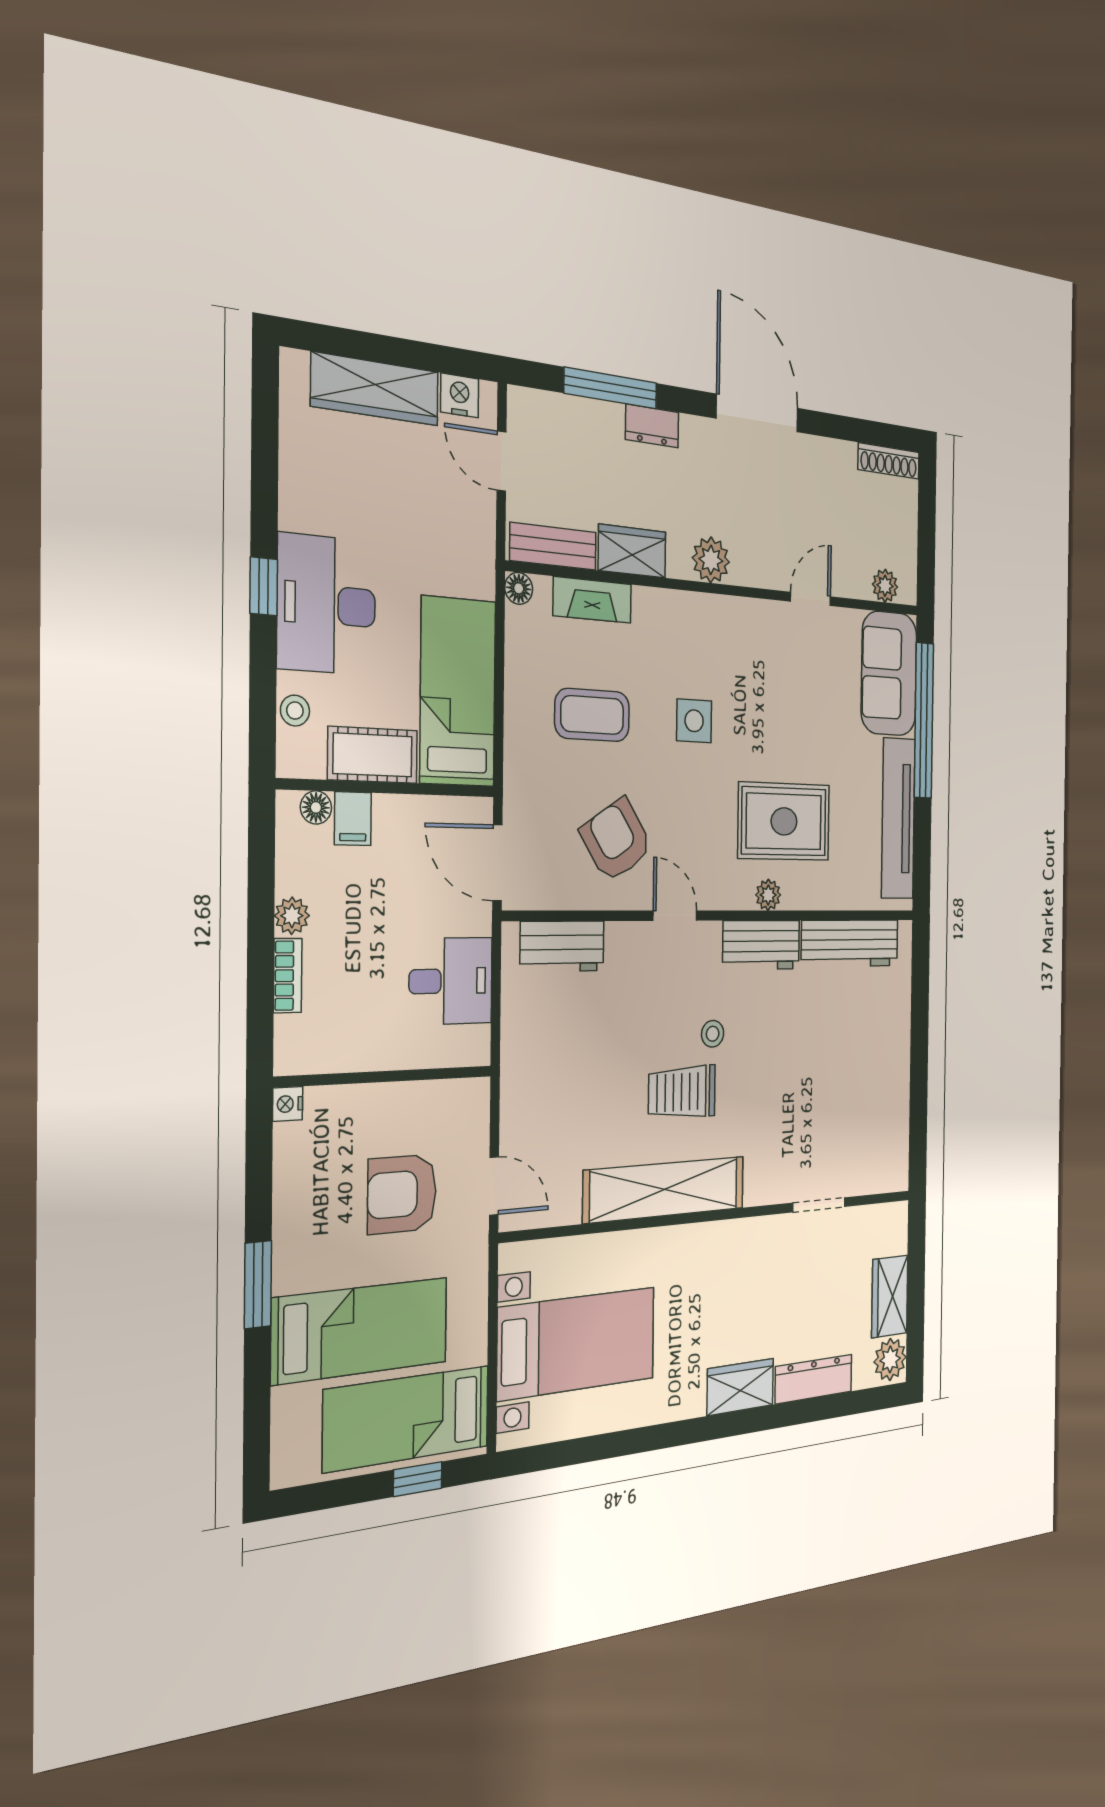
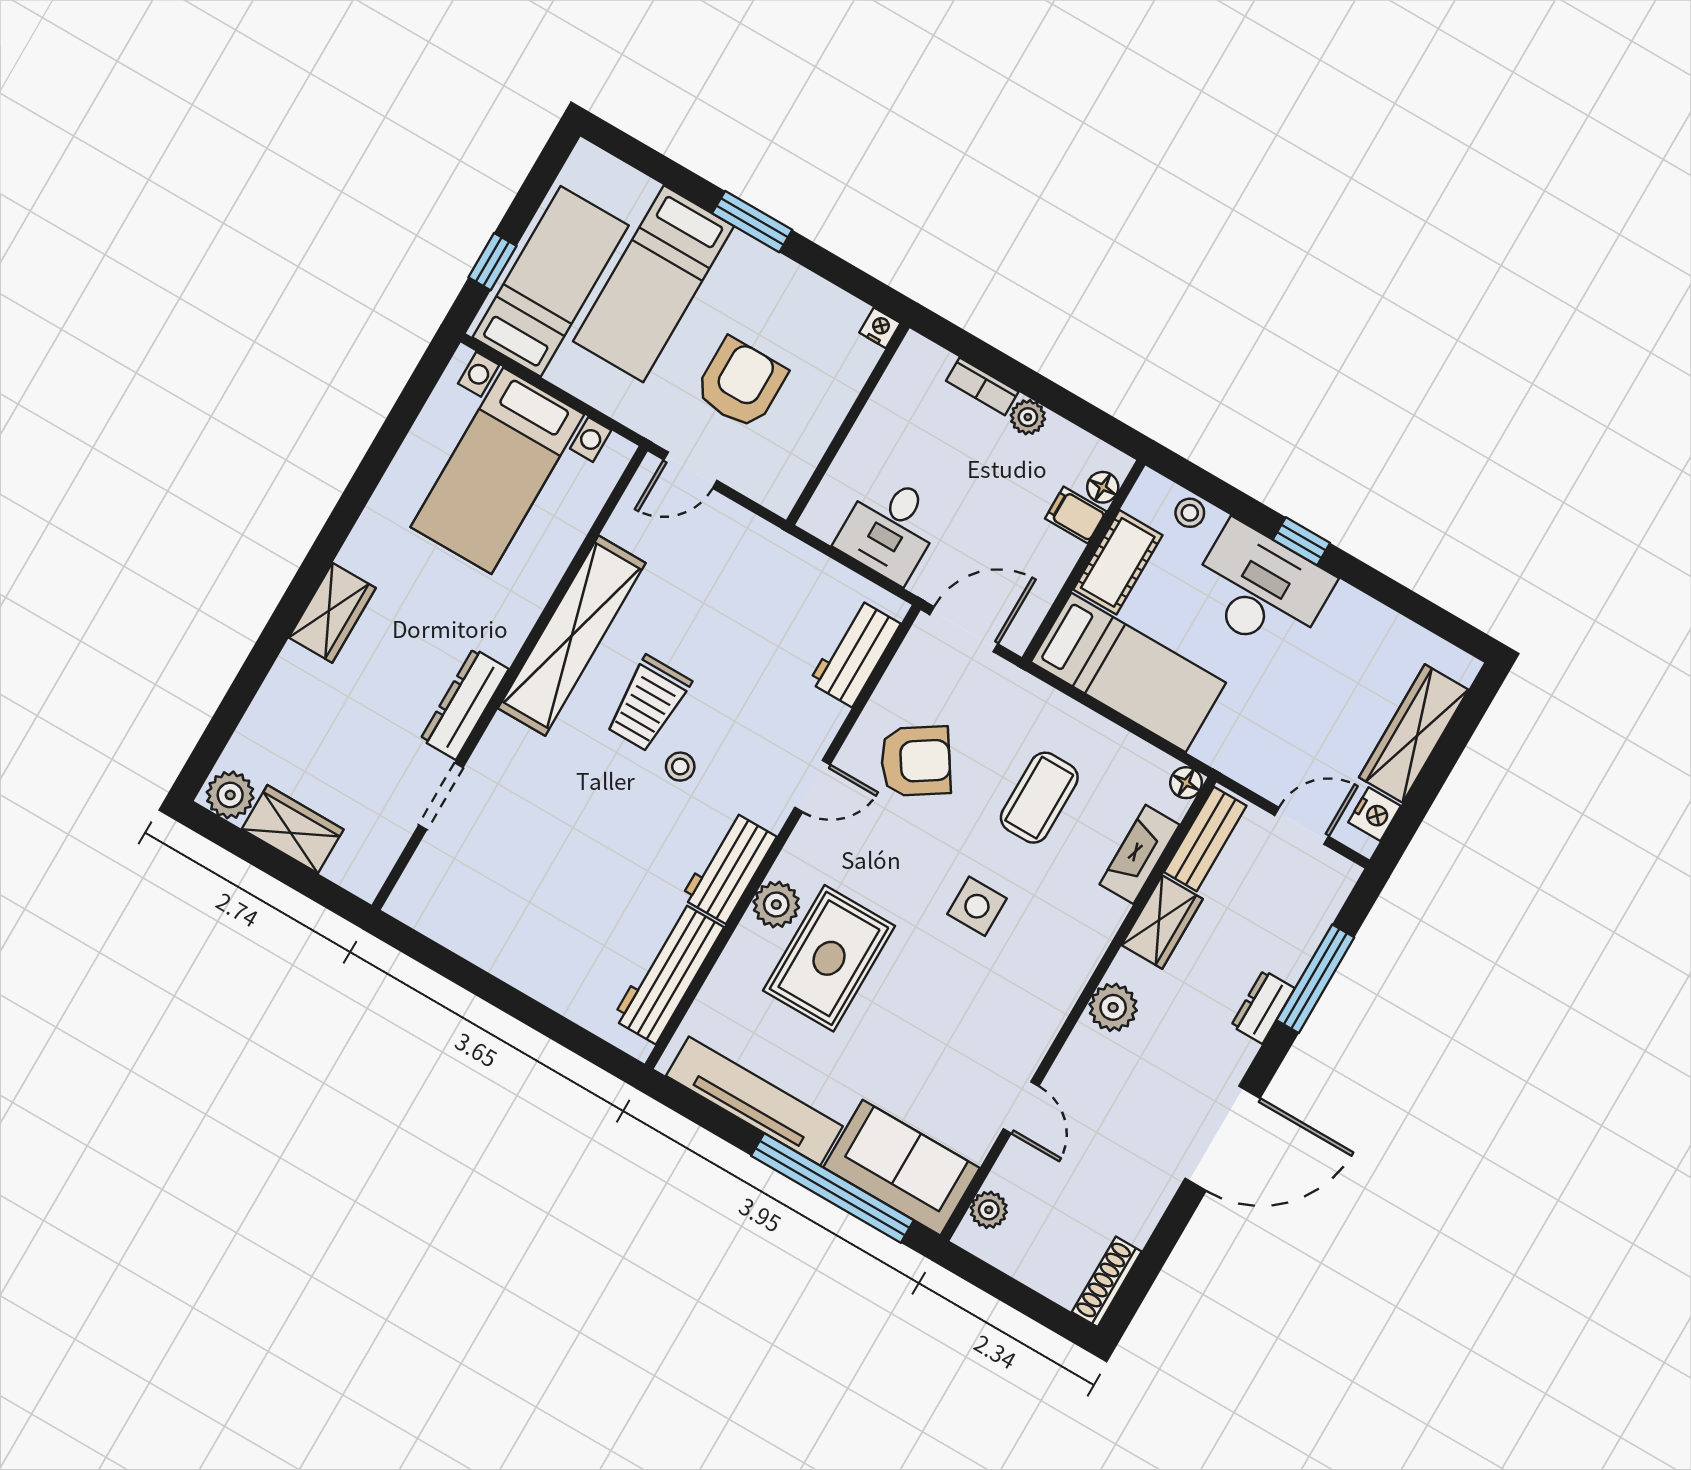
plant: (768, 895) -> (776, 905), width x1.38, depth x1.38
trolley: (682, 1092) -> (648, 704), turned 180
dresser: (814, 1379) -> (465, 704), moved, turned 180

